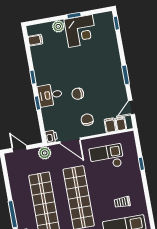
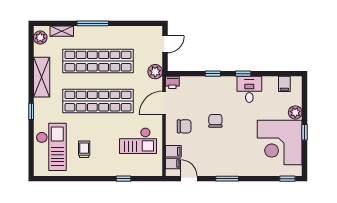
corner desk: (81, 31) -> (280, 143), width x1.36, depth x1.36
desk: (50, 95) -> (249, 89), moved
checkout: (107, 157) -> (138, 141), turned 90

